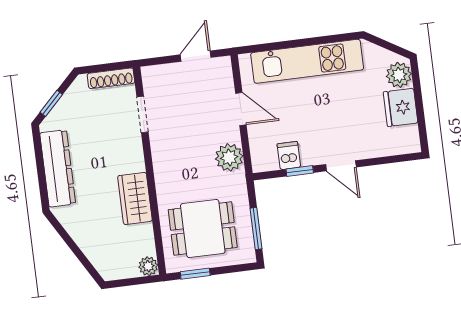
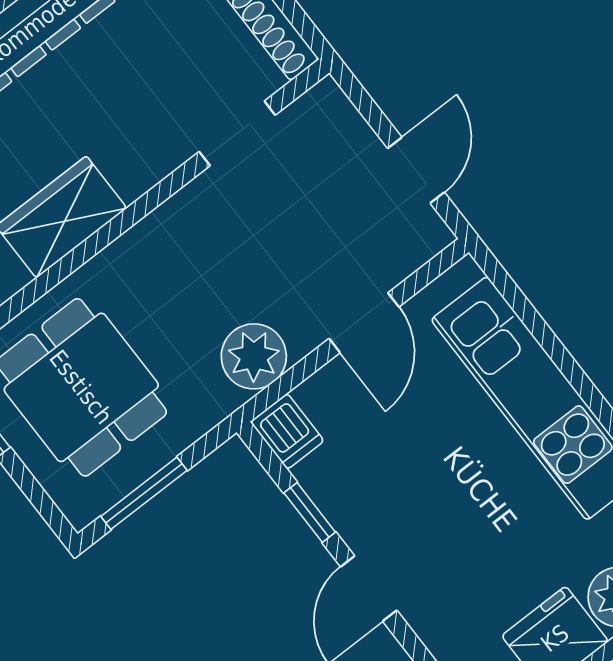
door: (196, 56) -> (416, 170), hinge flipped
dishwasher: (289, 155) -> (287, 431), moved, turned 90

